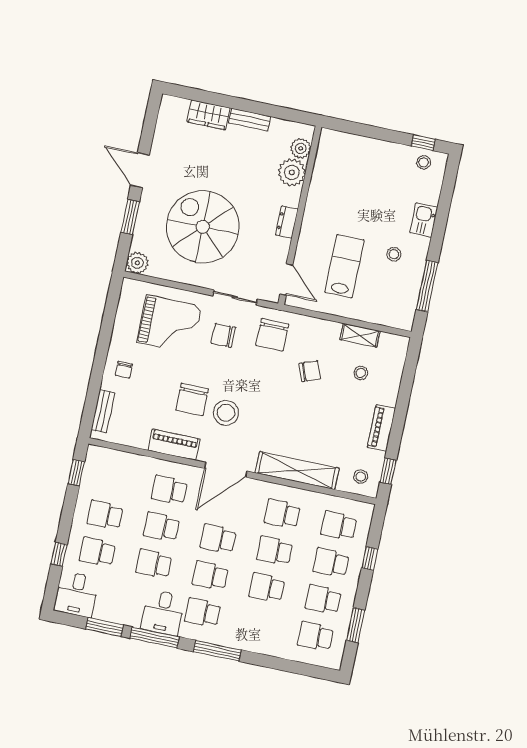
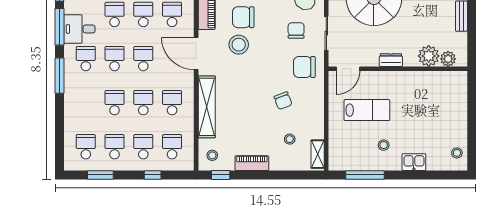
window: (423, 143) -> (472, 149), removed
shelving: (360, 335) -> (318, 154), moved

